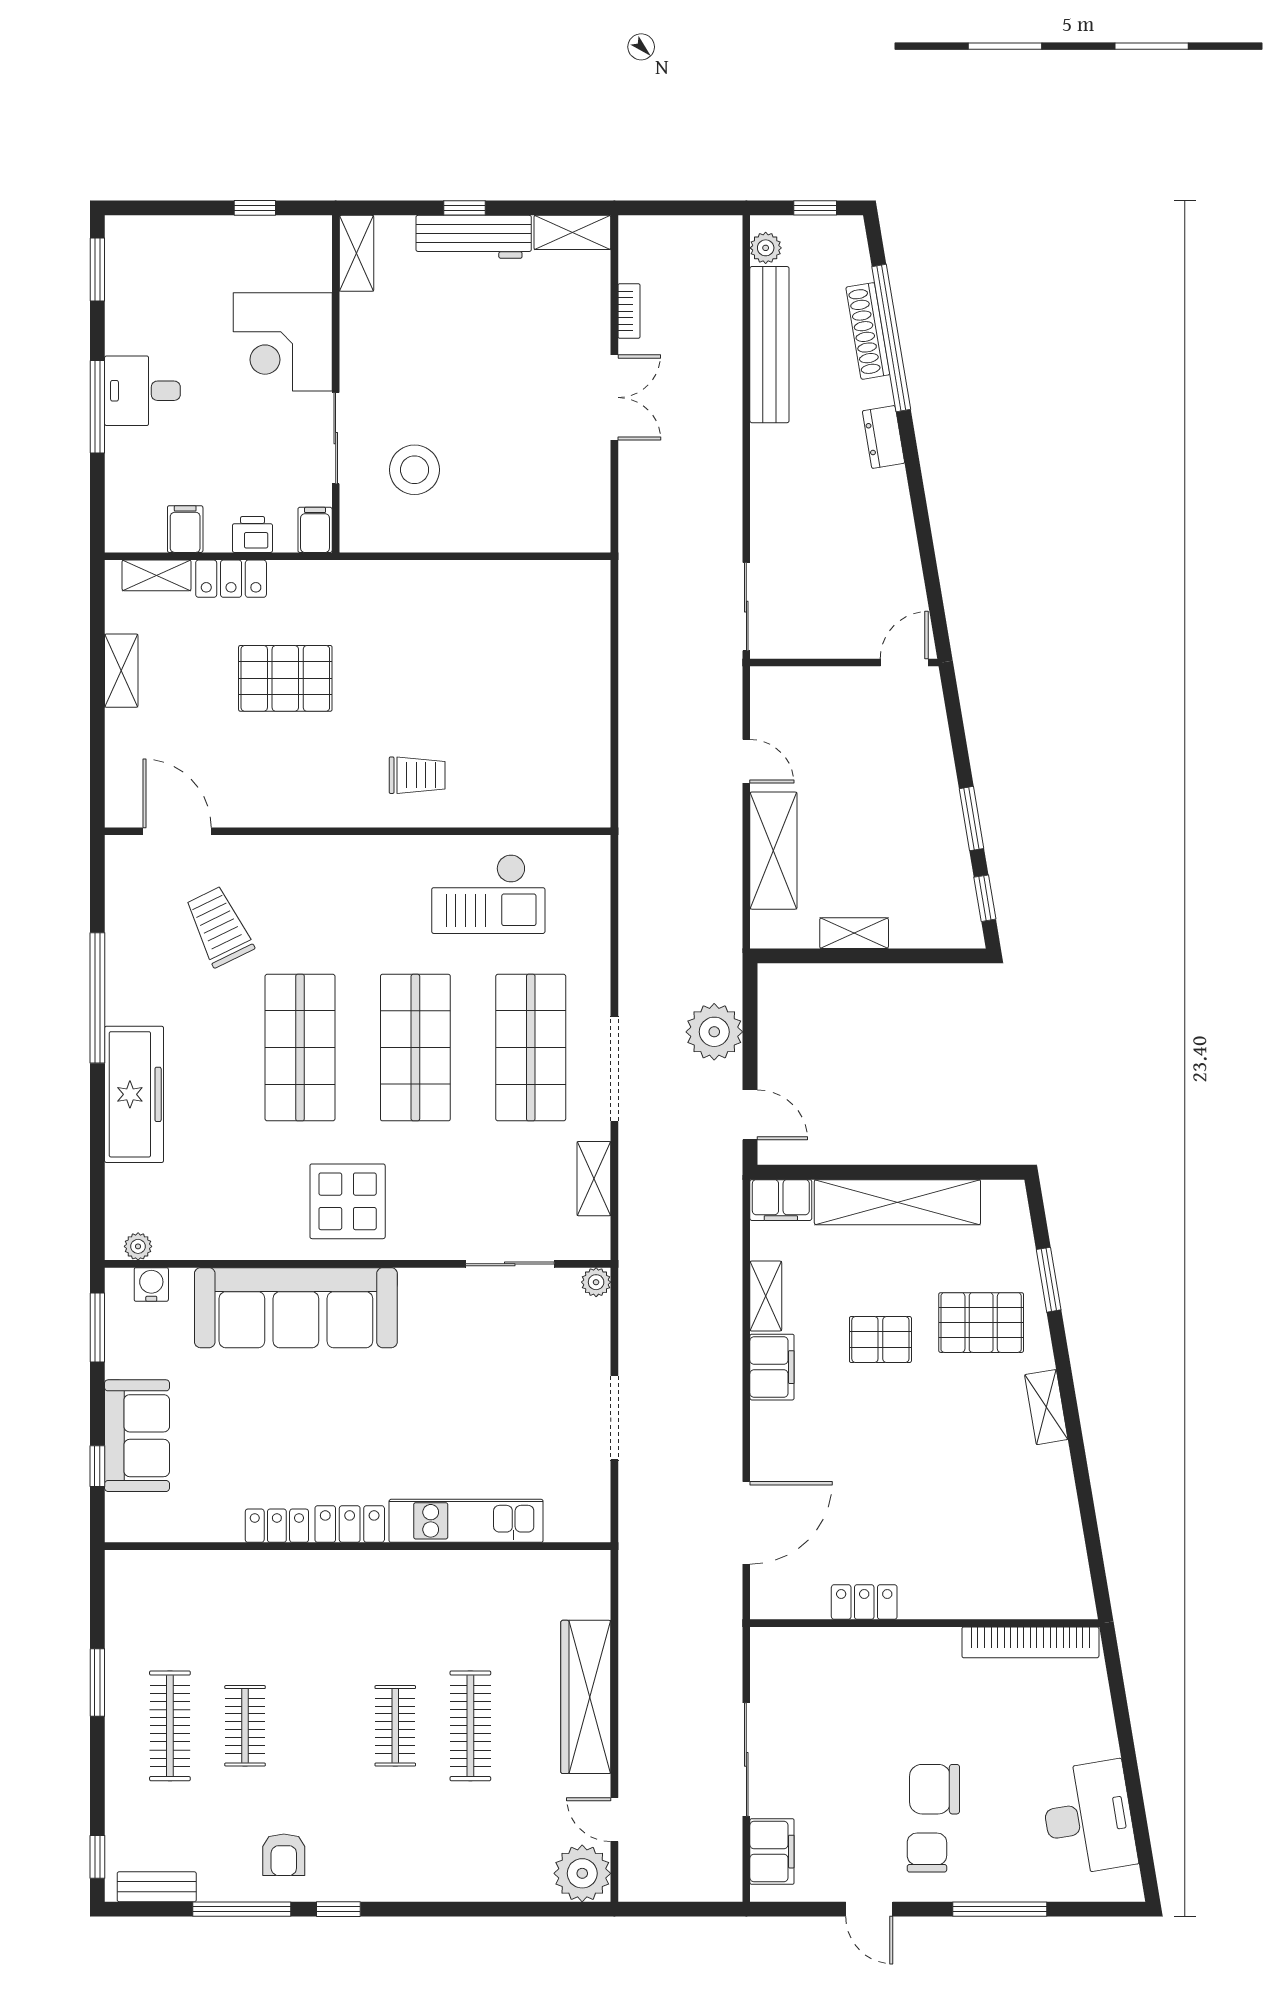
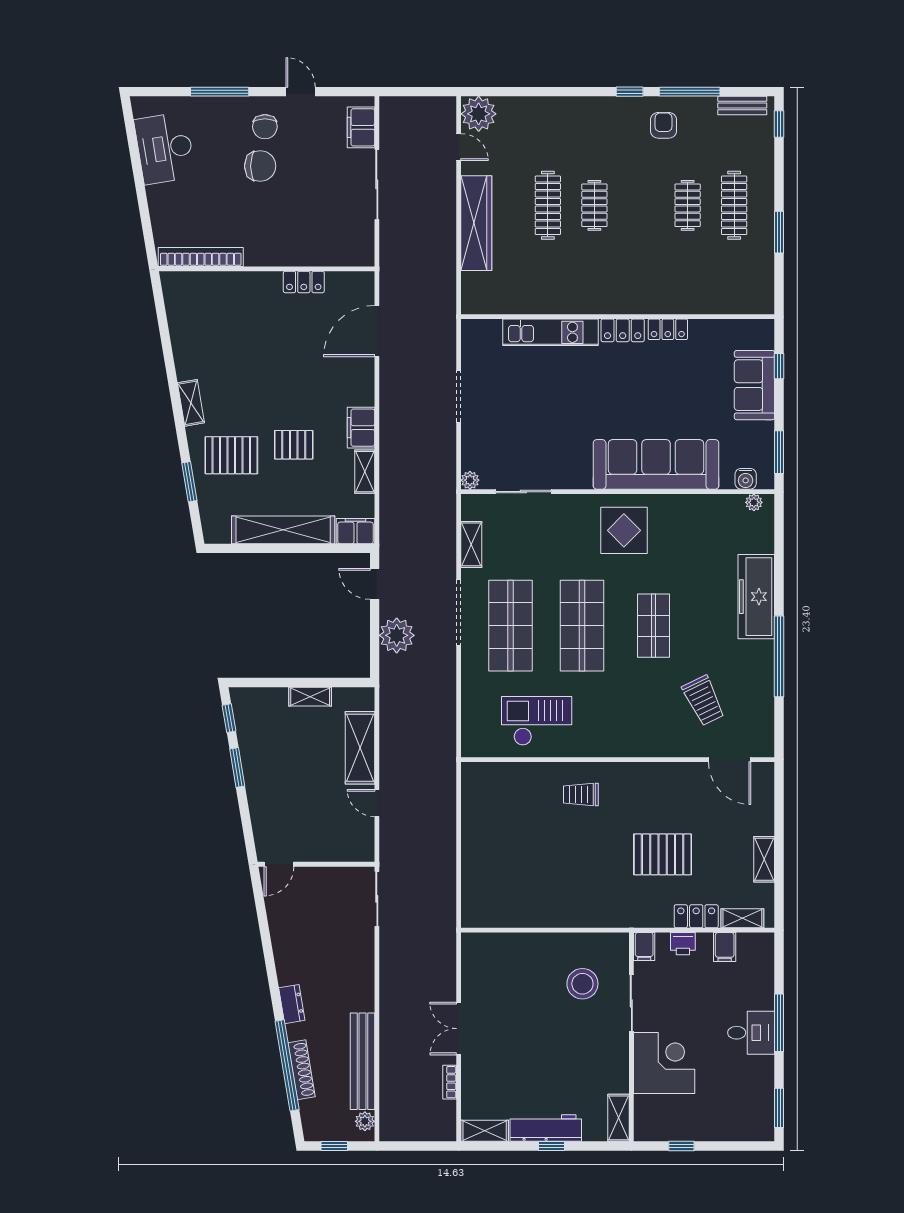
shop shelf: (300, 1048) -> (653, 626), width x0.70, depth x0.74

